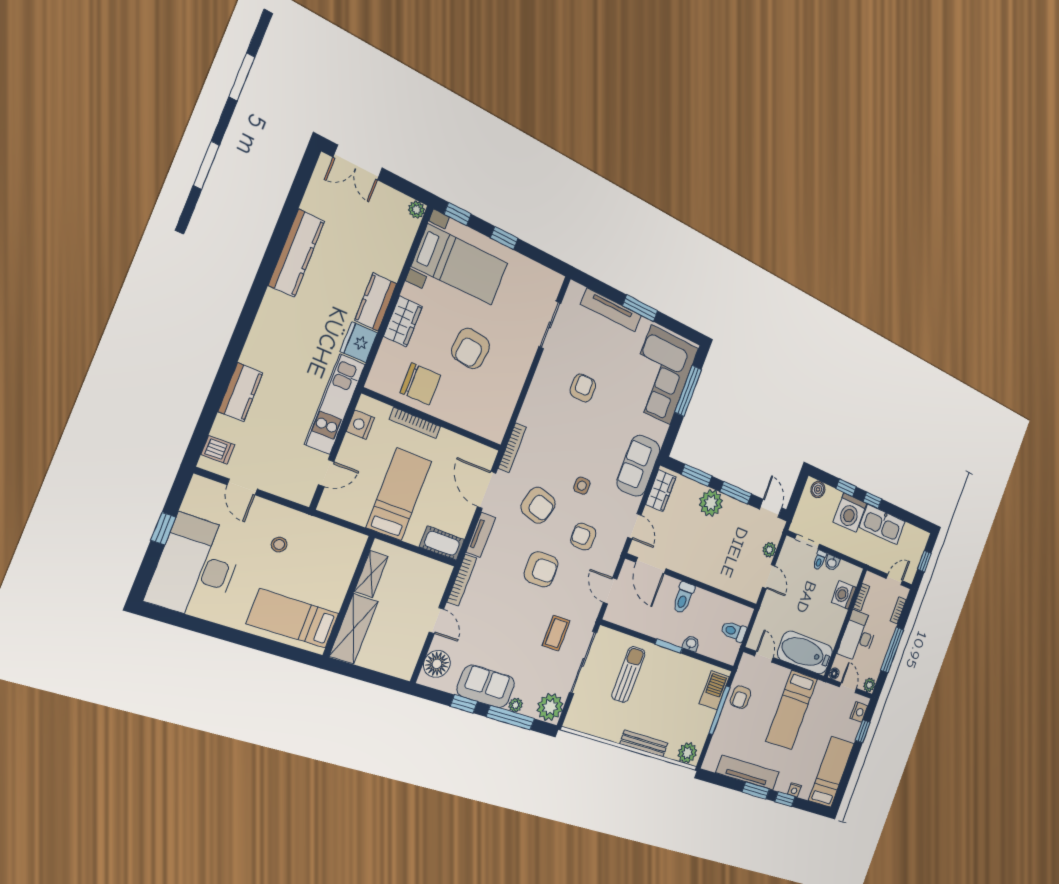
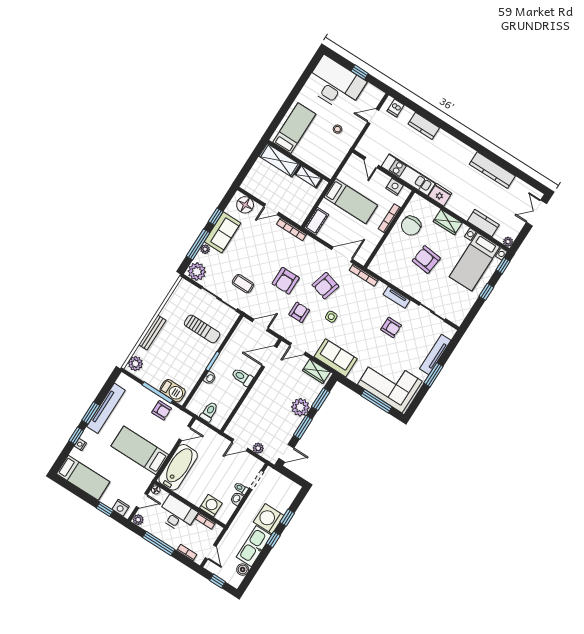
kitchen counter: (376, 302) -> (483, 223), moved
boiler: (818, 489) -> (243, 569), moved
tv unit: (481, 535) -> (397, 297), moved
armchair: (740, 697) -> (162, 410), turned 180

